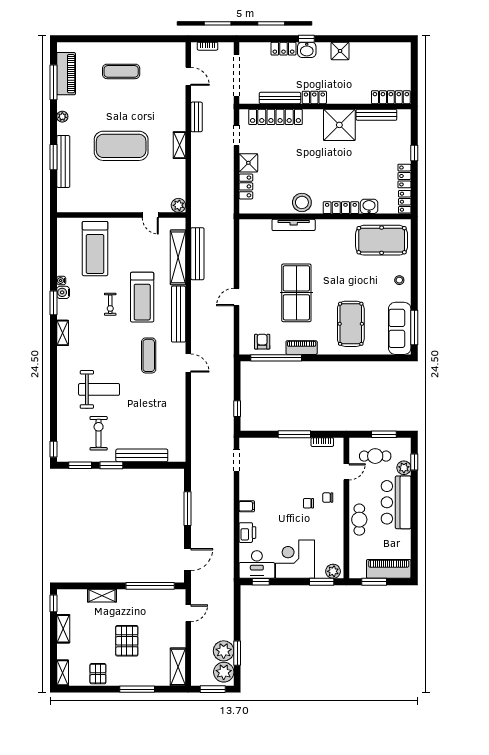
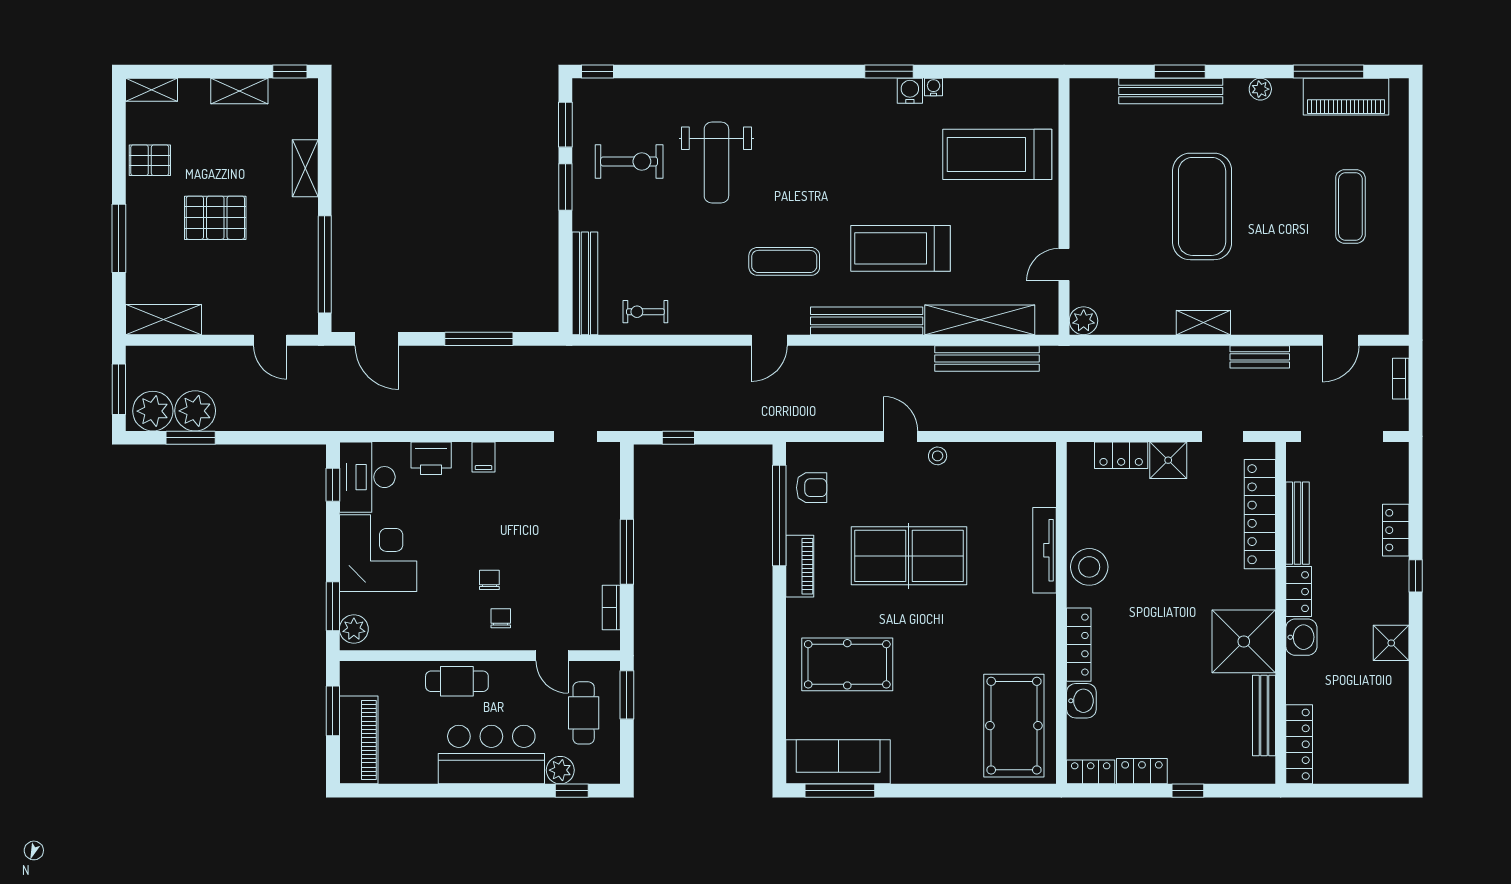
washbasin: (307, 50) -> (1301, 637), moved, turned 180
stool: (399, 280) -> (938, 456), moved
exercise bike: (110, 304) -> (645, 312), moved
shelving: (63, 333) -> (829, 90), removed
window: (384, 434) -> (627, 695), moved
bench: (142, 455) -> (585, 283), moved

